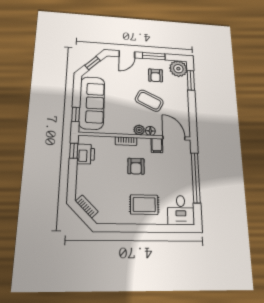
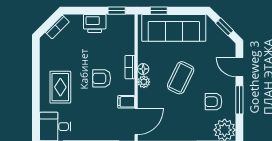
coffee table: (149, 101) -> (181, 78), moved
floor lamp: (150, 131) -> (143, 69), moved
printer: (86, 154) -> (95, 24), moved

